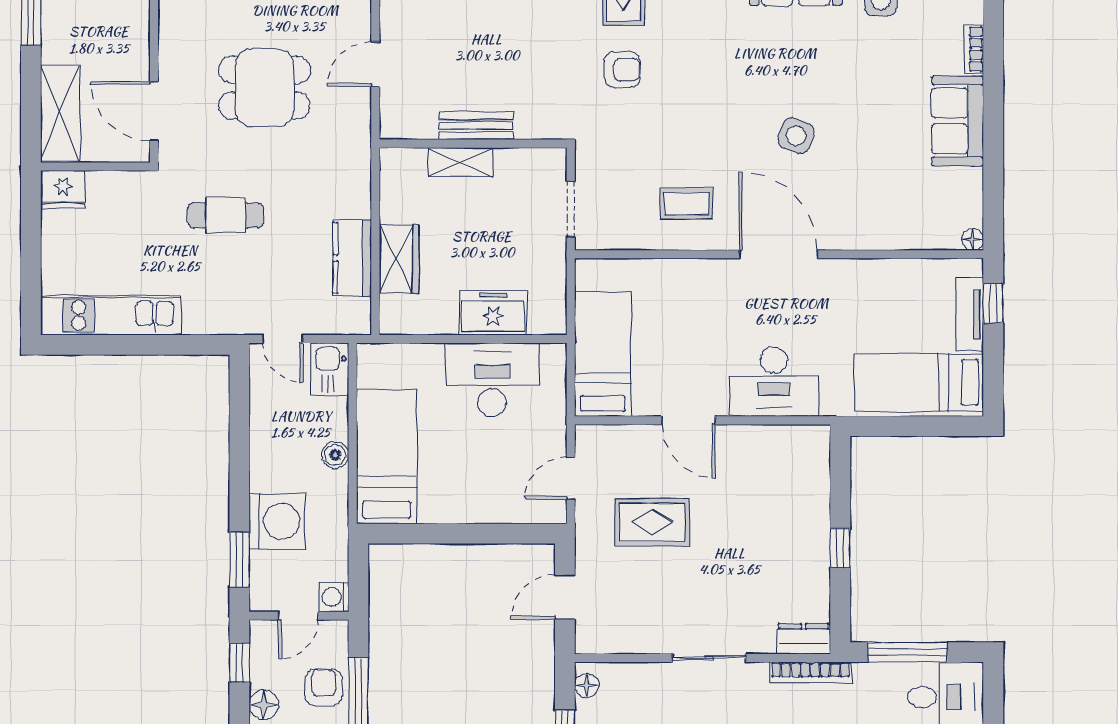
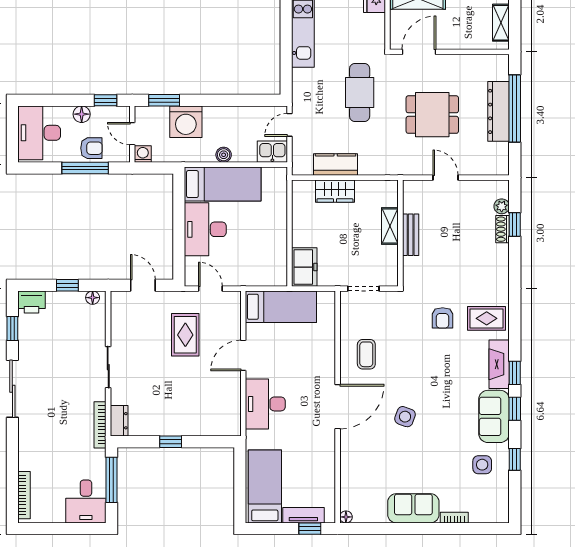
dining table: (264, 88) -> (432, 115), turned 90
cafe table: (226, 216) -> (360, 93), width x1.37, depth x1.35
freezer: (493, 313) -> (304, 267), moved
desk: (492, 380) -> (205, 229), moved, turned 180

